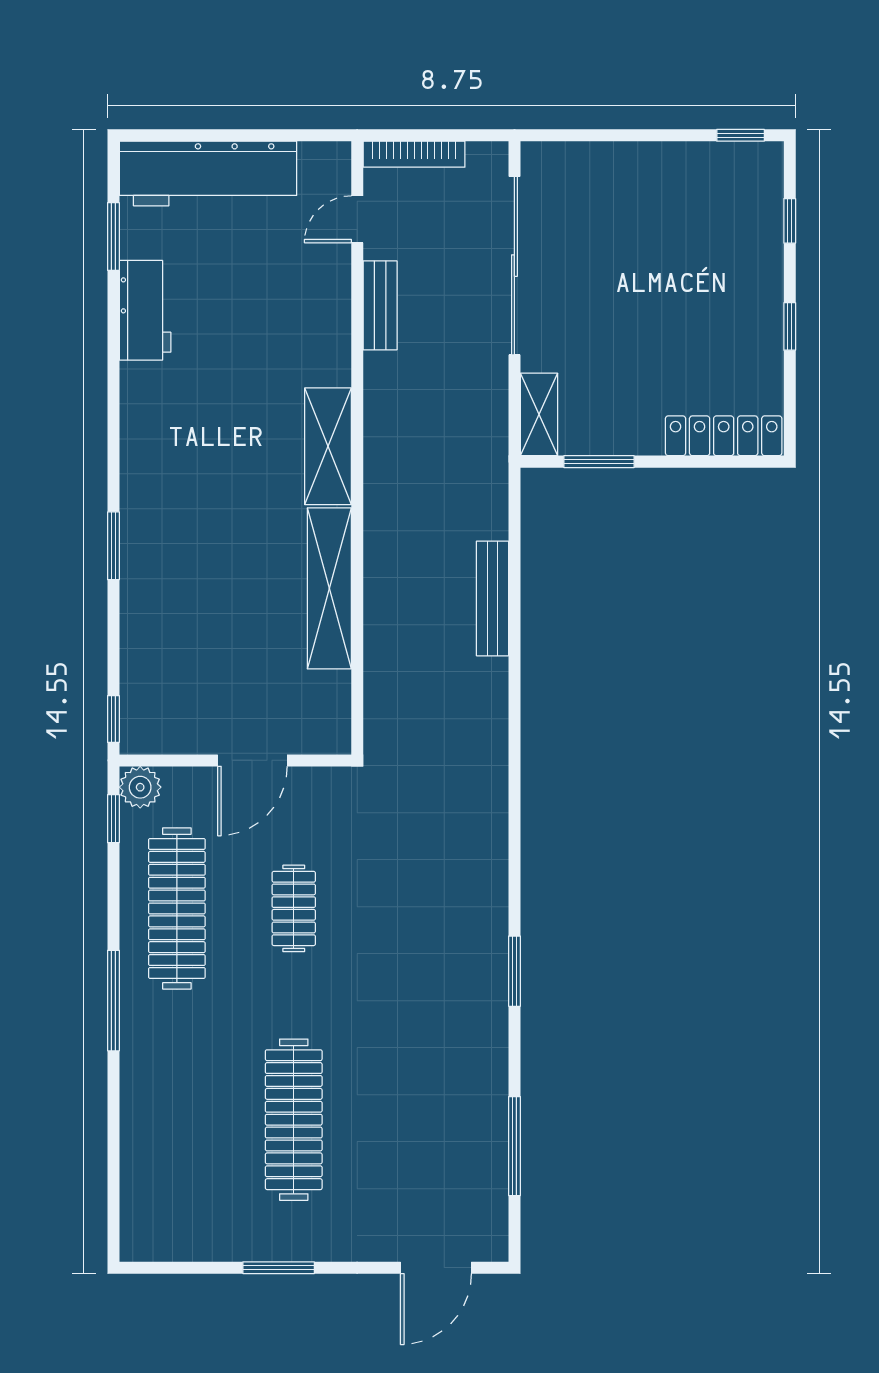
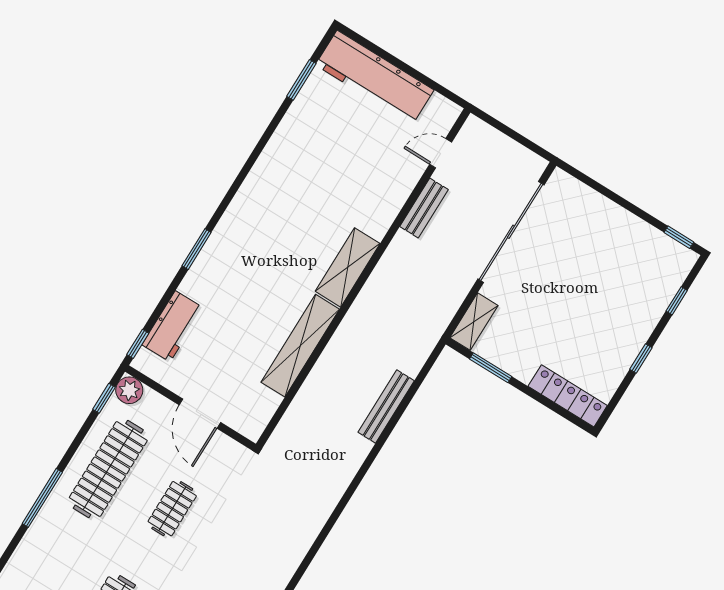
bookcase: (414, 154) -> (494, 137), removed
workbench: (145, 310) -> (173, 326), moved
door: (252, 760) -> (200, 414), hinge flipped

